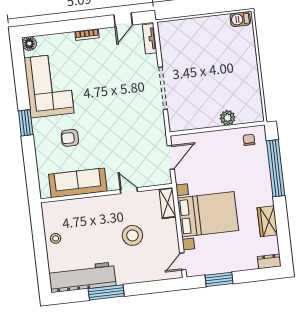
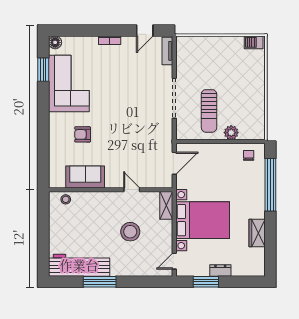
sun lounger: (201, 97) -> (209, 111), added
window: (26, 123) -> (43, 70), moved
sofa: (78, 183) -> (85, 177), width x0.73
stool: (56, 238) -> (66, 199), moved
dresser: (269, 261) -> (220, 271), moved

